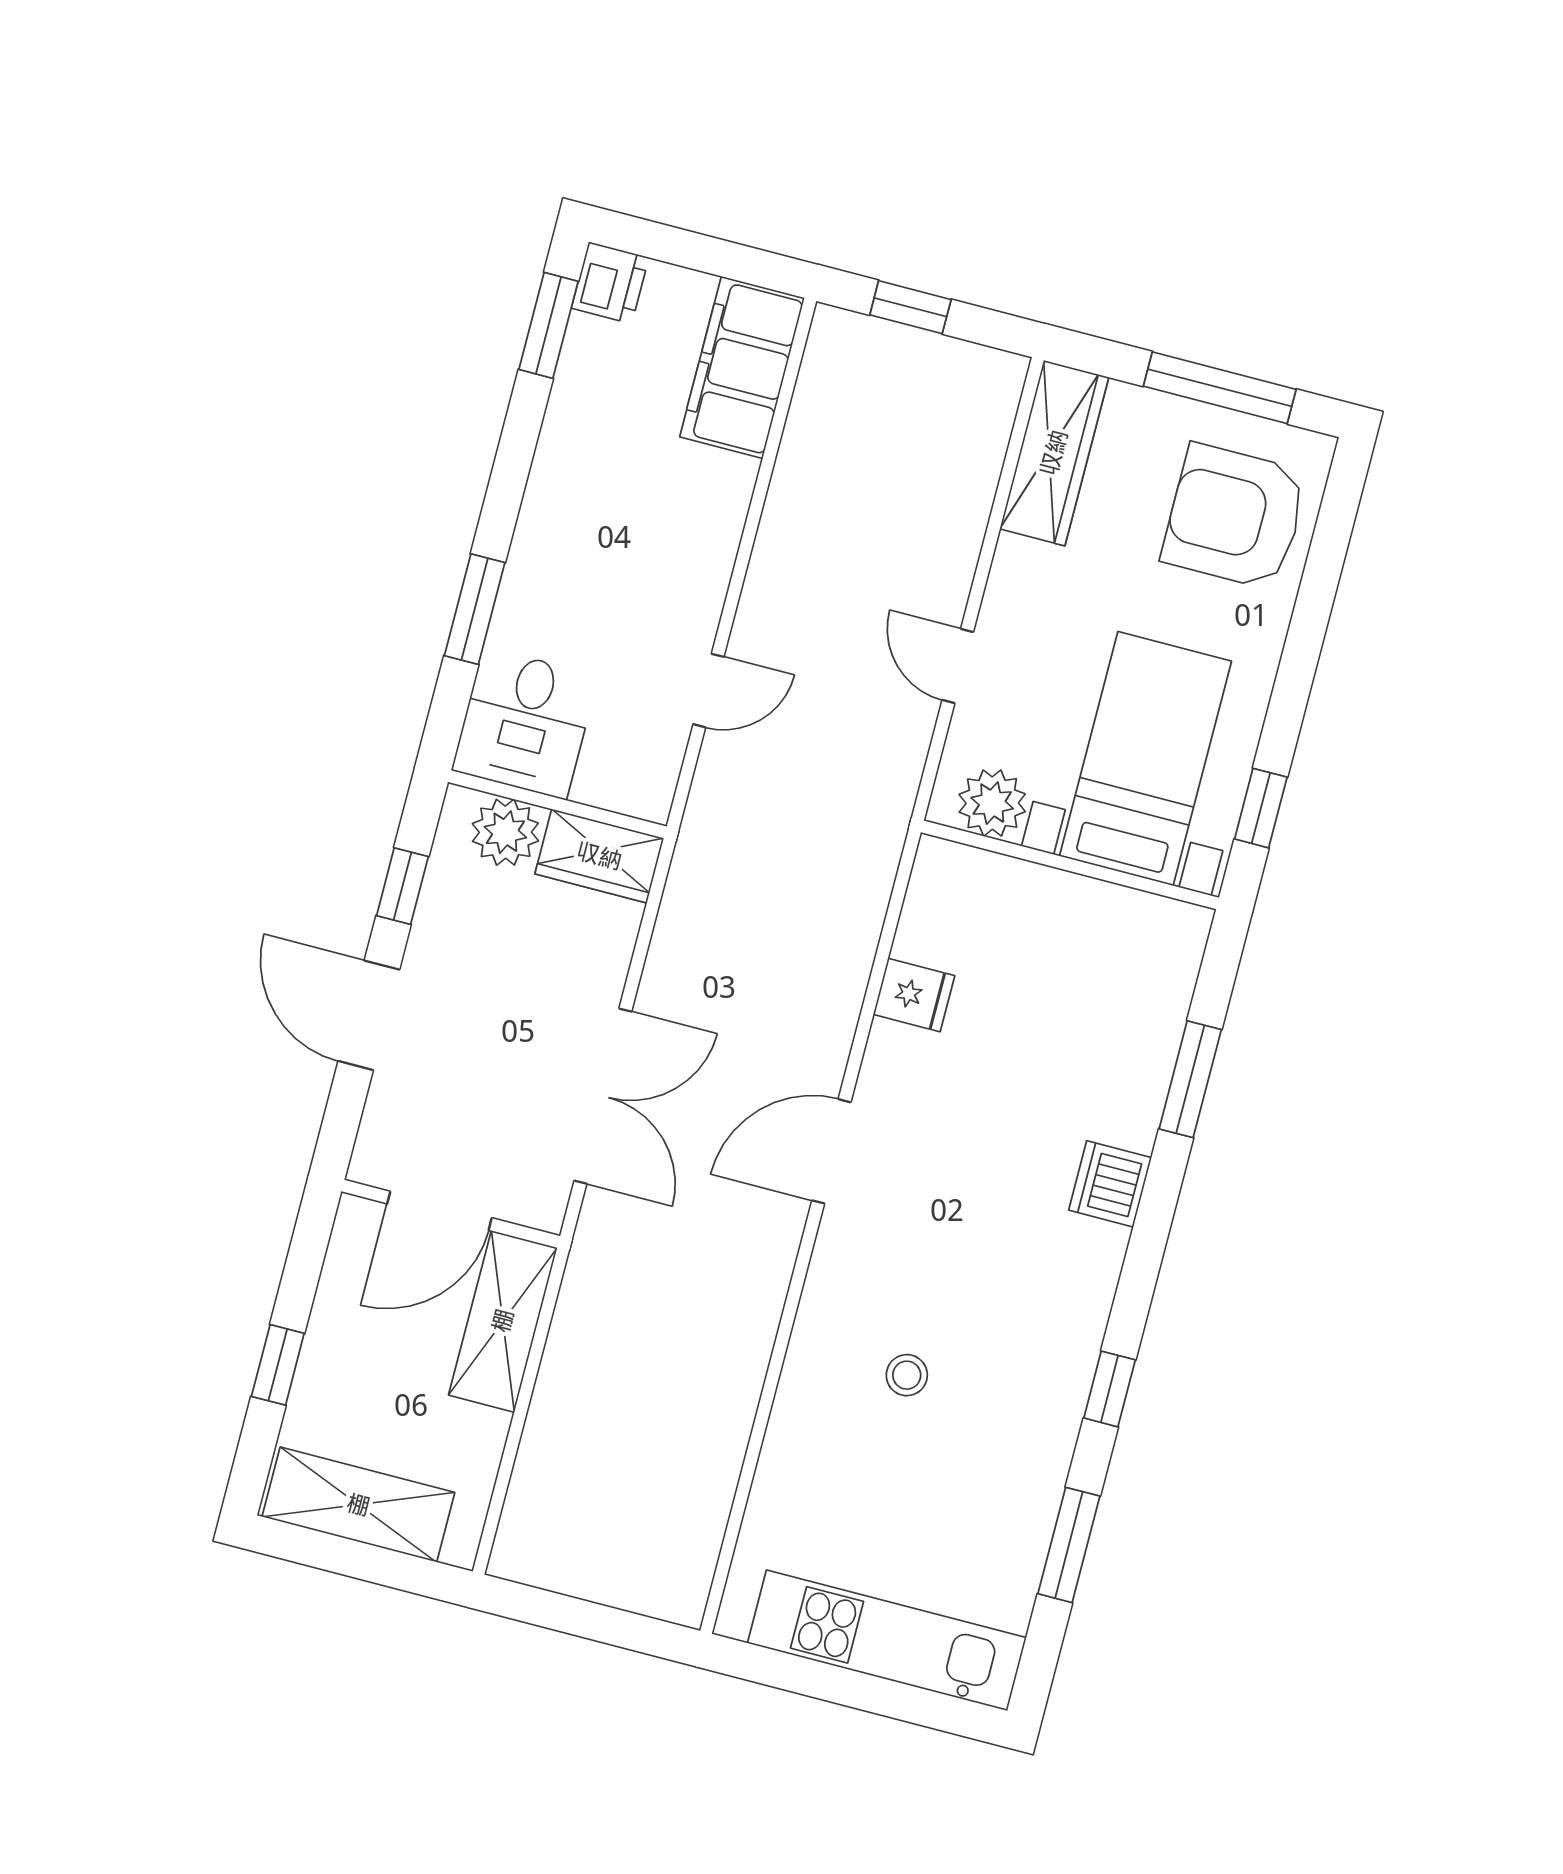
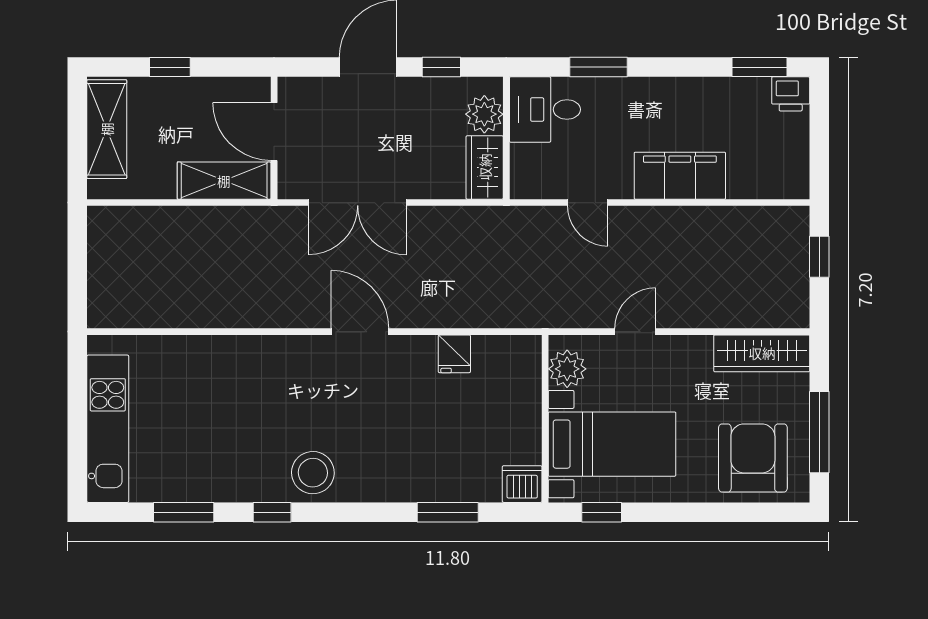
filing cabinet: (742, 367) -> (680, 176), moved
dishwasher: (1110, 1184) -> (522, 484), moved
stool: (907, 1375) -> (313, 473), moved, width x1.89, depth x1.89

